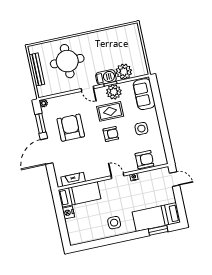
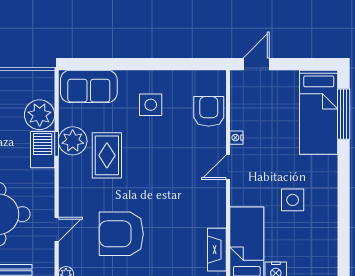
door: (87, 89) -> (57, 229), moved
armchair: (111, 134) -> (149, 163), removed
side table: (114, 223) -> (293, 200), moved
window: (158, 230) -> (344, 114), width x1.44

